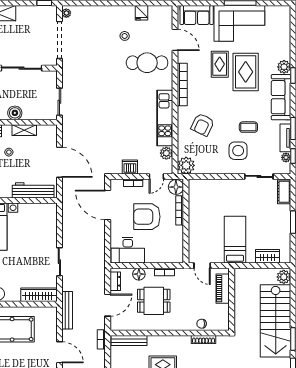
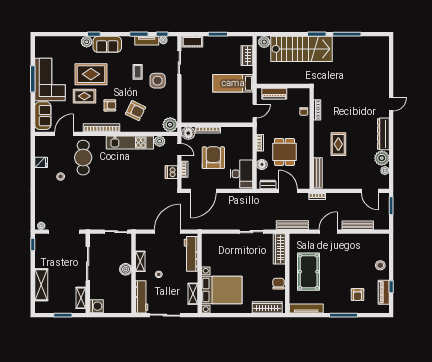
armchair: (209, 94) -> (110, 105), added
sofa: (281, 97) -> (107, 44), width x0.73
armchair: (147, 217) -> (213, 158), turned 180

